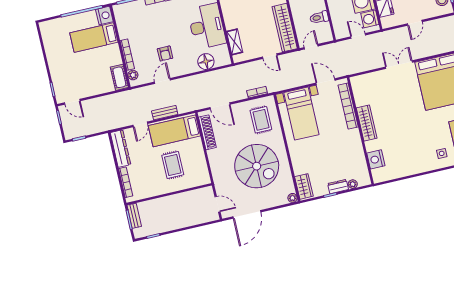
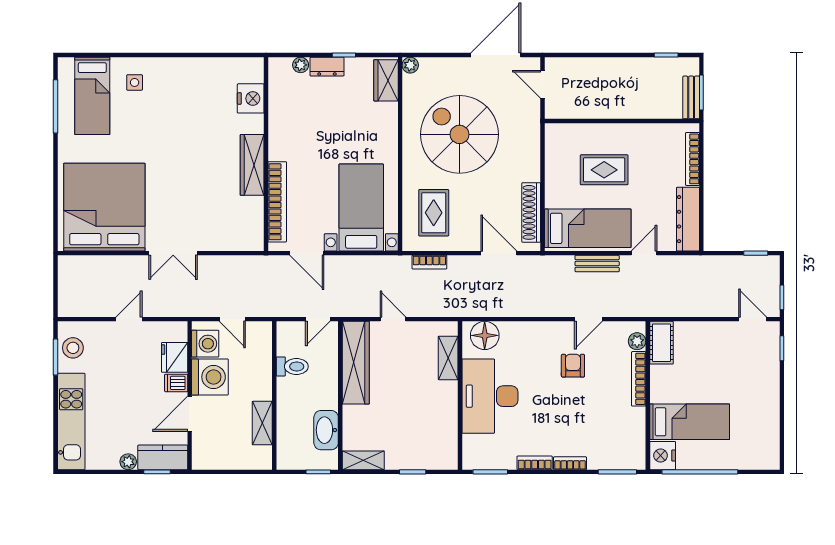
floor lamp: (206, 62) -> (485, 335), moved
rug: (173, 165) -> (604, 170), turned 90

